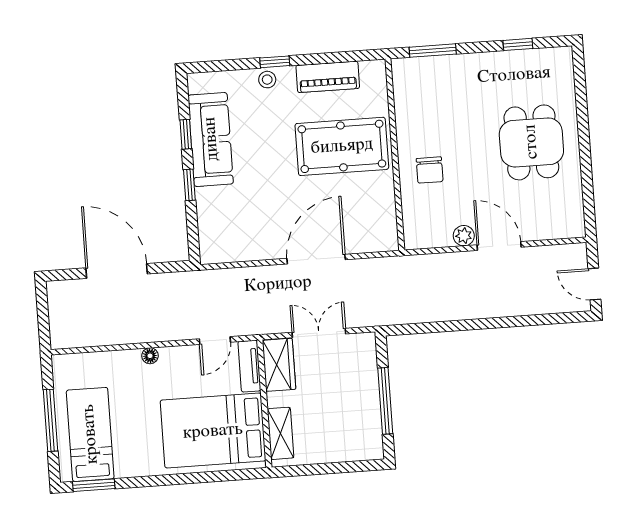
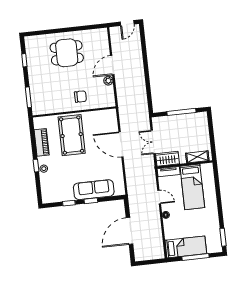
sofa: (211, 139) -> (94, 190), moved
door: (215, 341) -> (159, 197), moved
bed: (213, 431) -> (192, 187), width x0.67
bed: (90, 434) -> (186, 247), moved, turned 180

